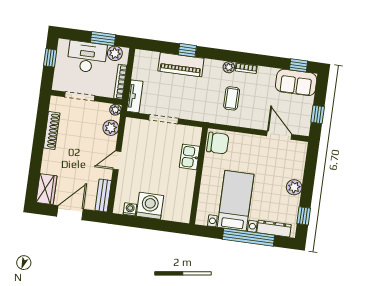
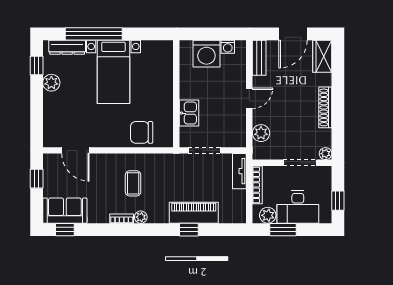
plant: (115, 110) -> (326, 154), moved
shoe rack: (52, 130) -> (325, 107), moved
kitchen sink: (190, 157) -> (189, 113), moved
wall: (199, 176) -> (176, 94), moved
plant: (294, 187) -> (51, 83), moved

